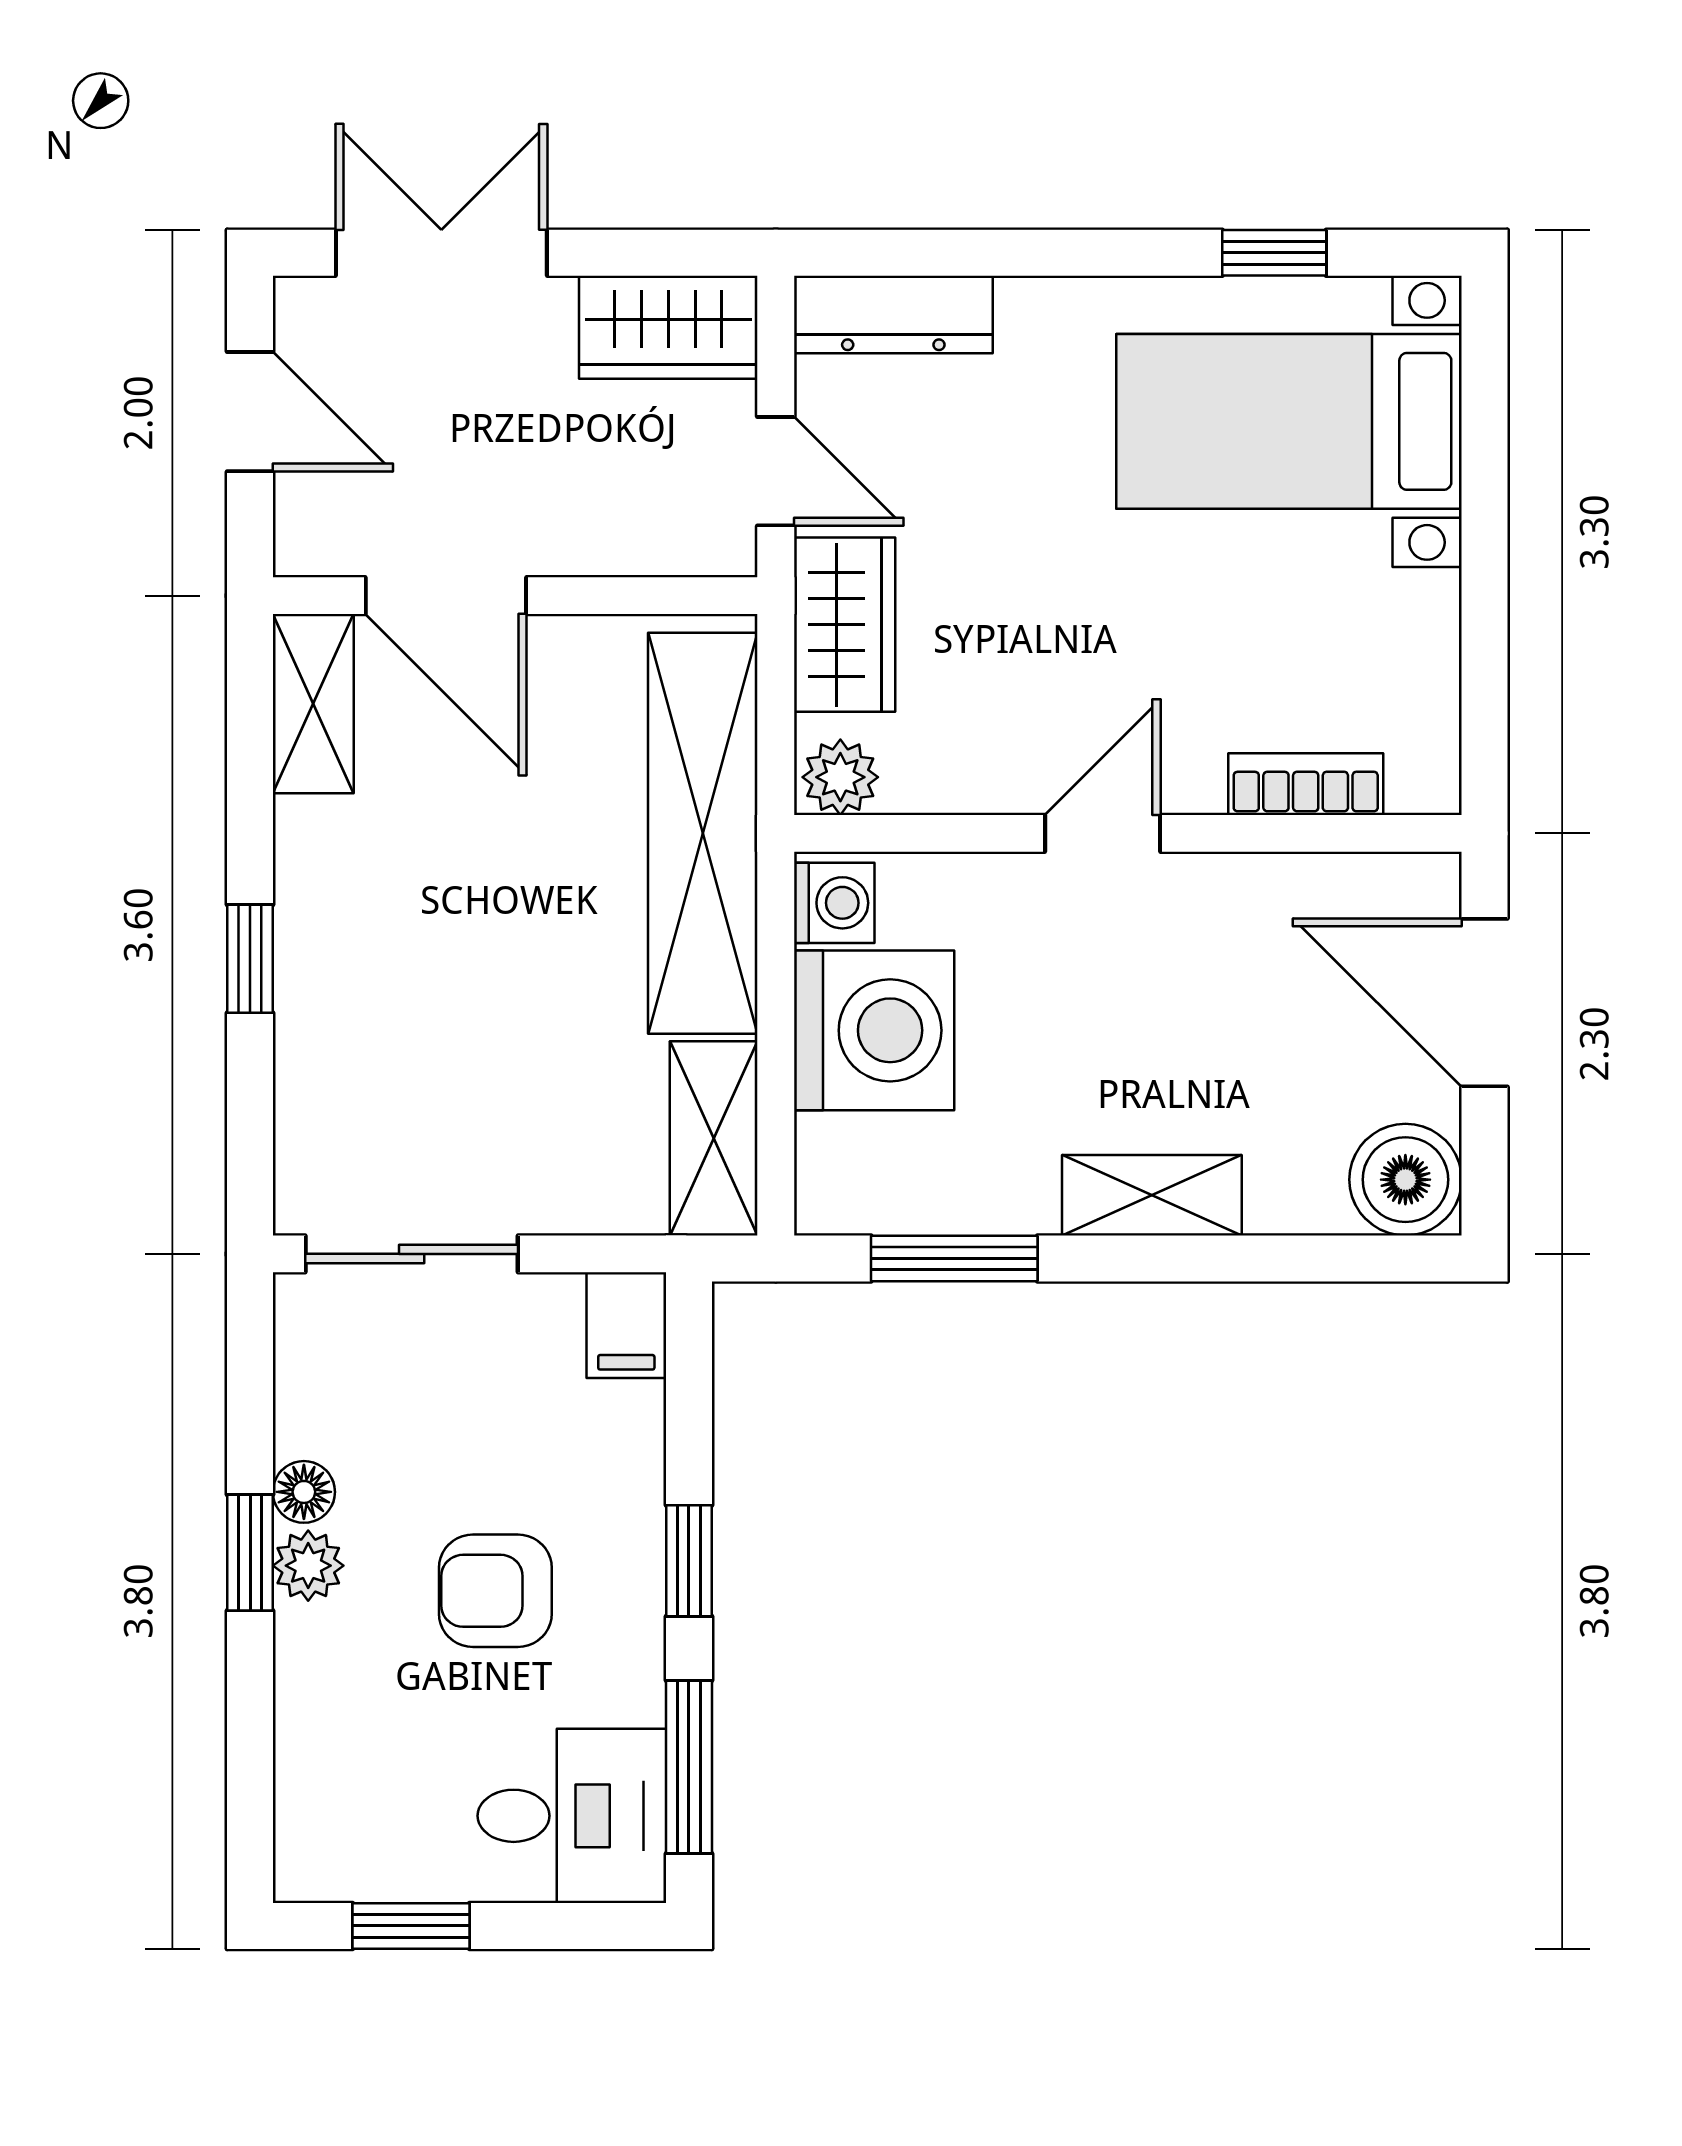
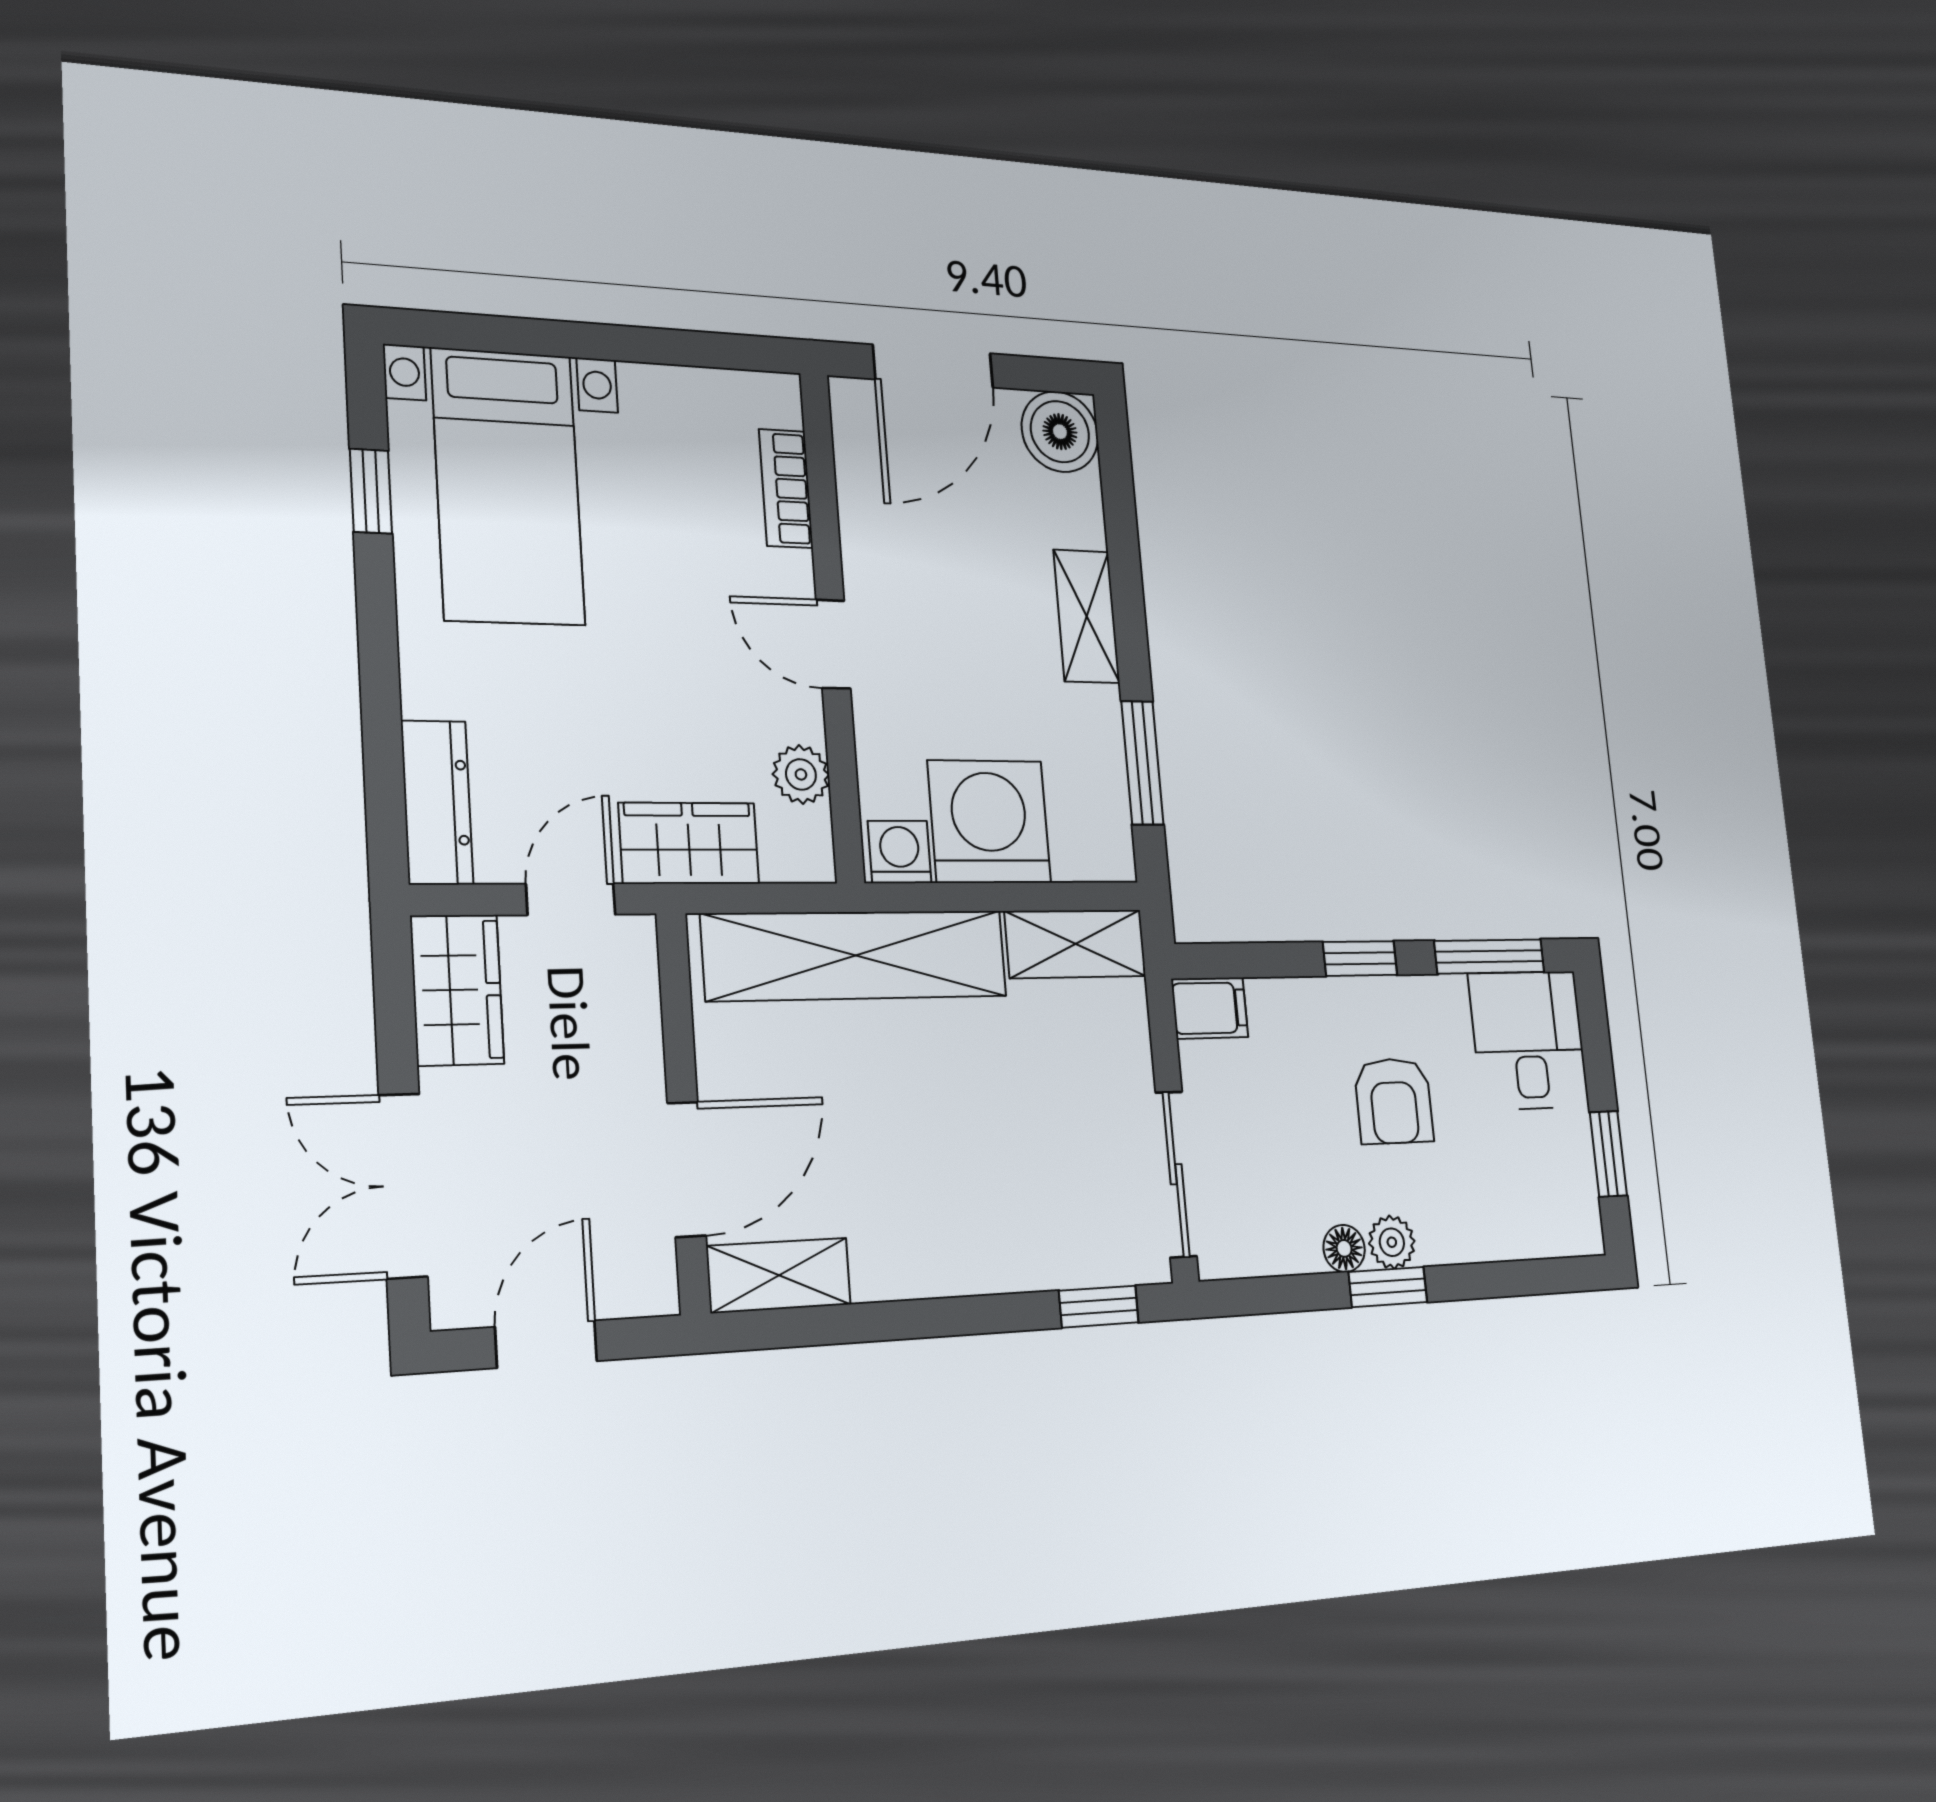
plant: (840, 777) -> (801, 774), moved
window: (250, 959) -> (1099, 1307), moved

